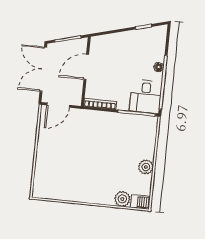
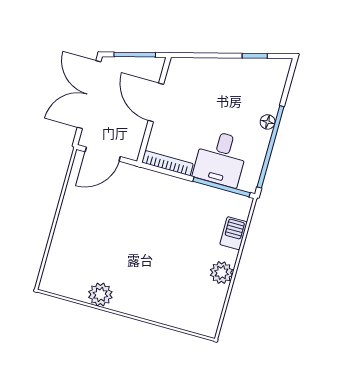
door: (86, 67) -> (156, 102), hinge flipped
desk: (145, 96) -> (221, 159), moved
plant: (122, 199) -> (100, 295), moved
barbecue: (140, 202) -> (234, 233), moved, turned -90

